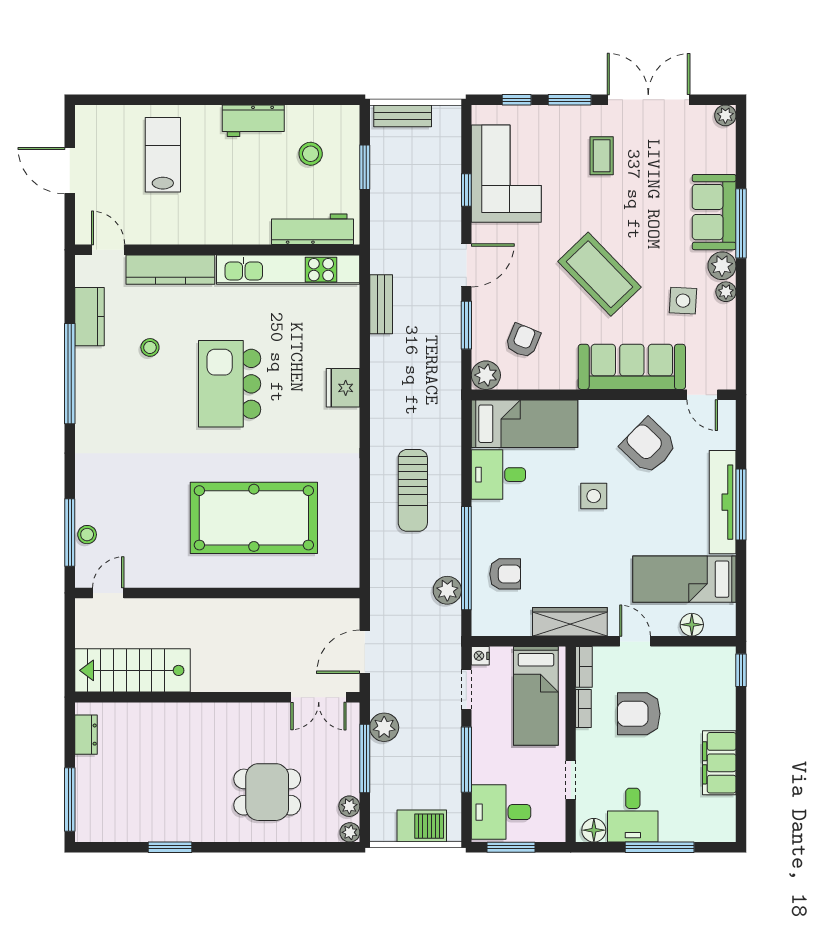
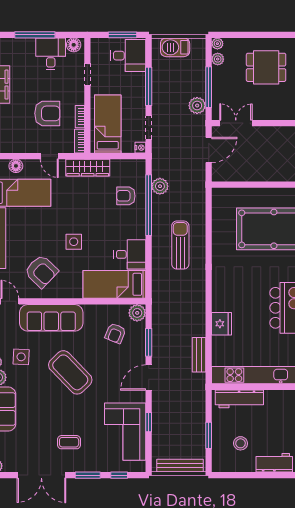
bench: (403, 116) -> (180, 466), width x1.36
coffee table: (602, 156) -> (69, 442), turned 90
fridge: (343, 388) -> (221, 324), moved

